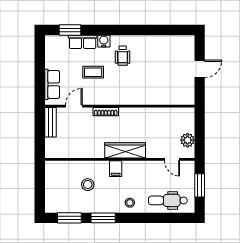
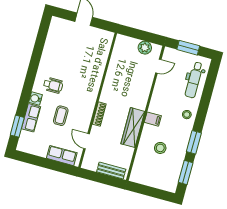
bench: (50, 122) -> (111, 171), moved
wardrobe: (125, 150) -> (133, 128), moved

